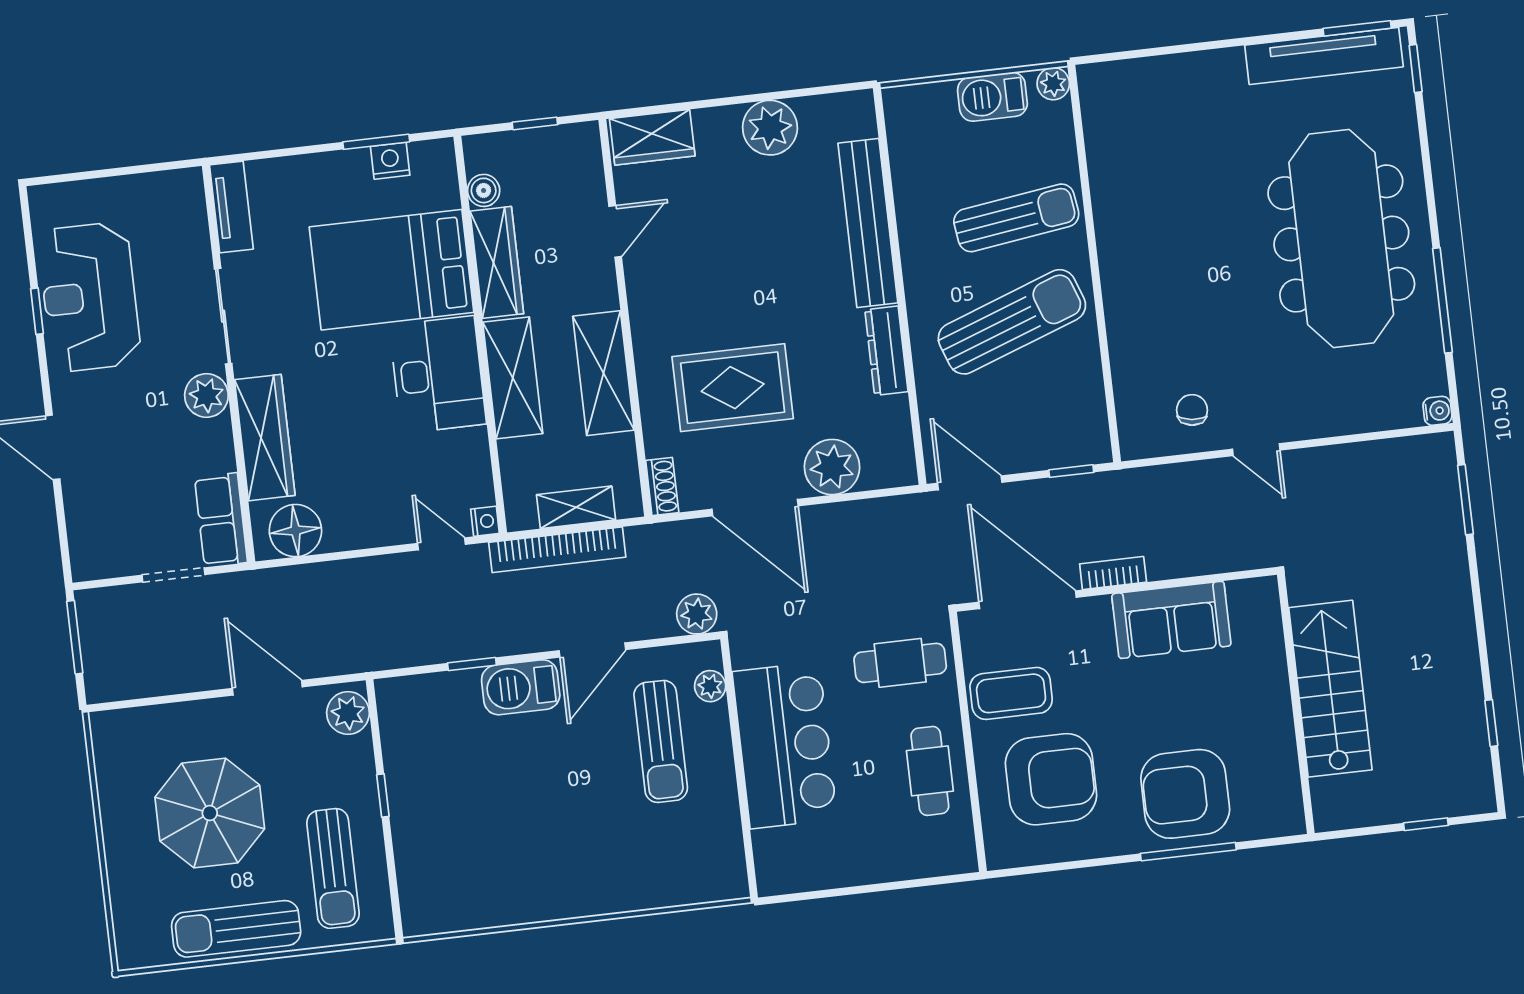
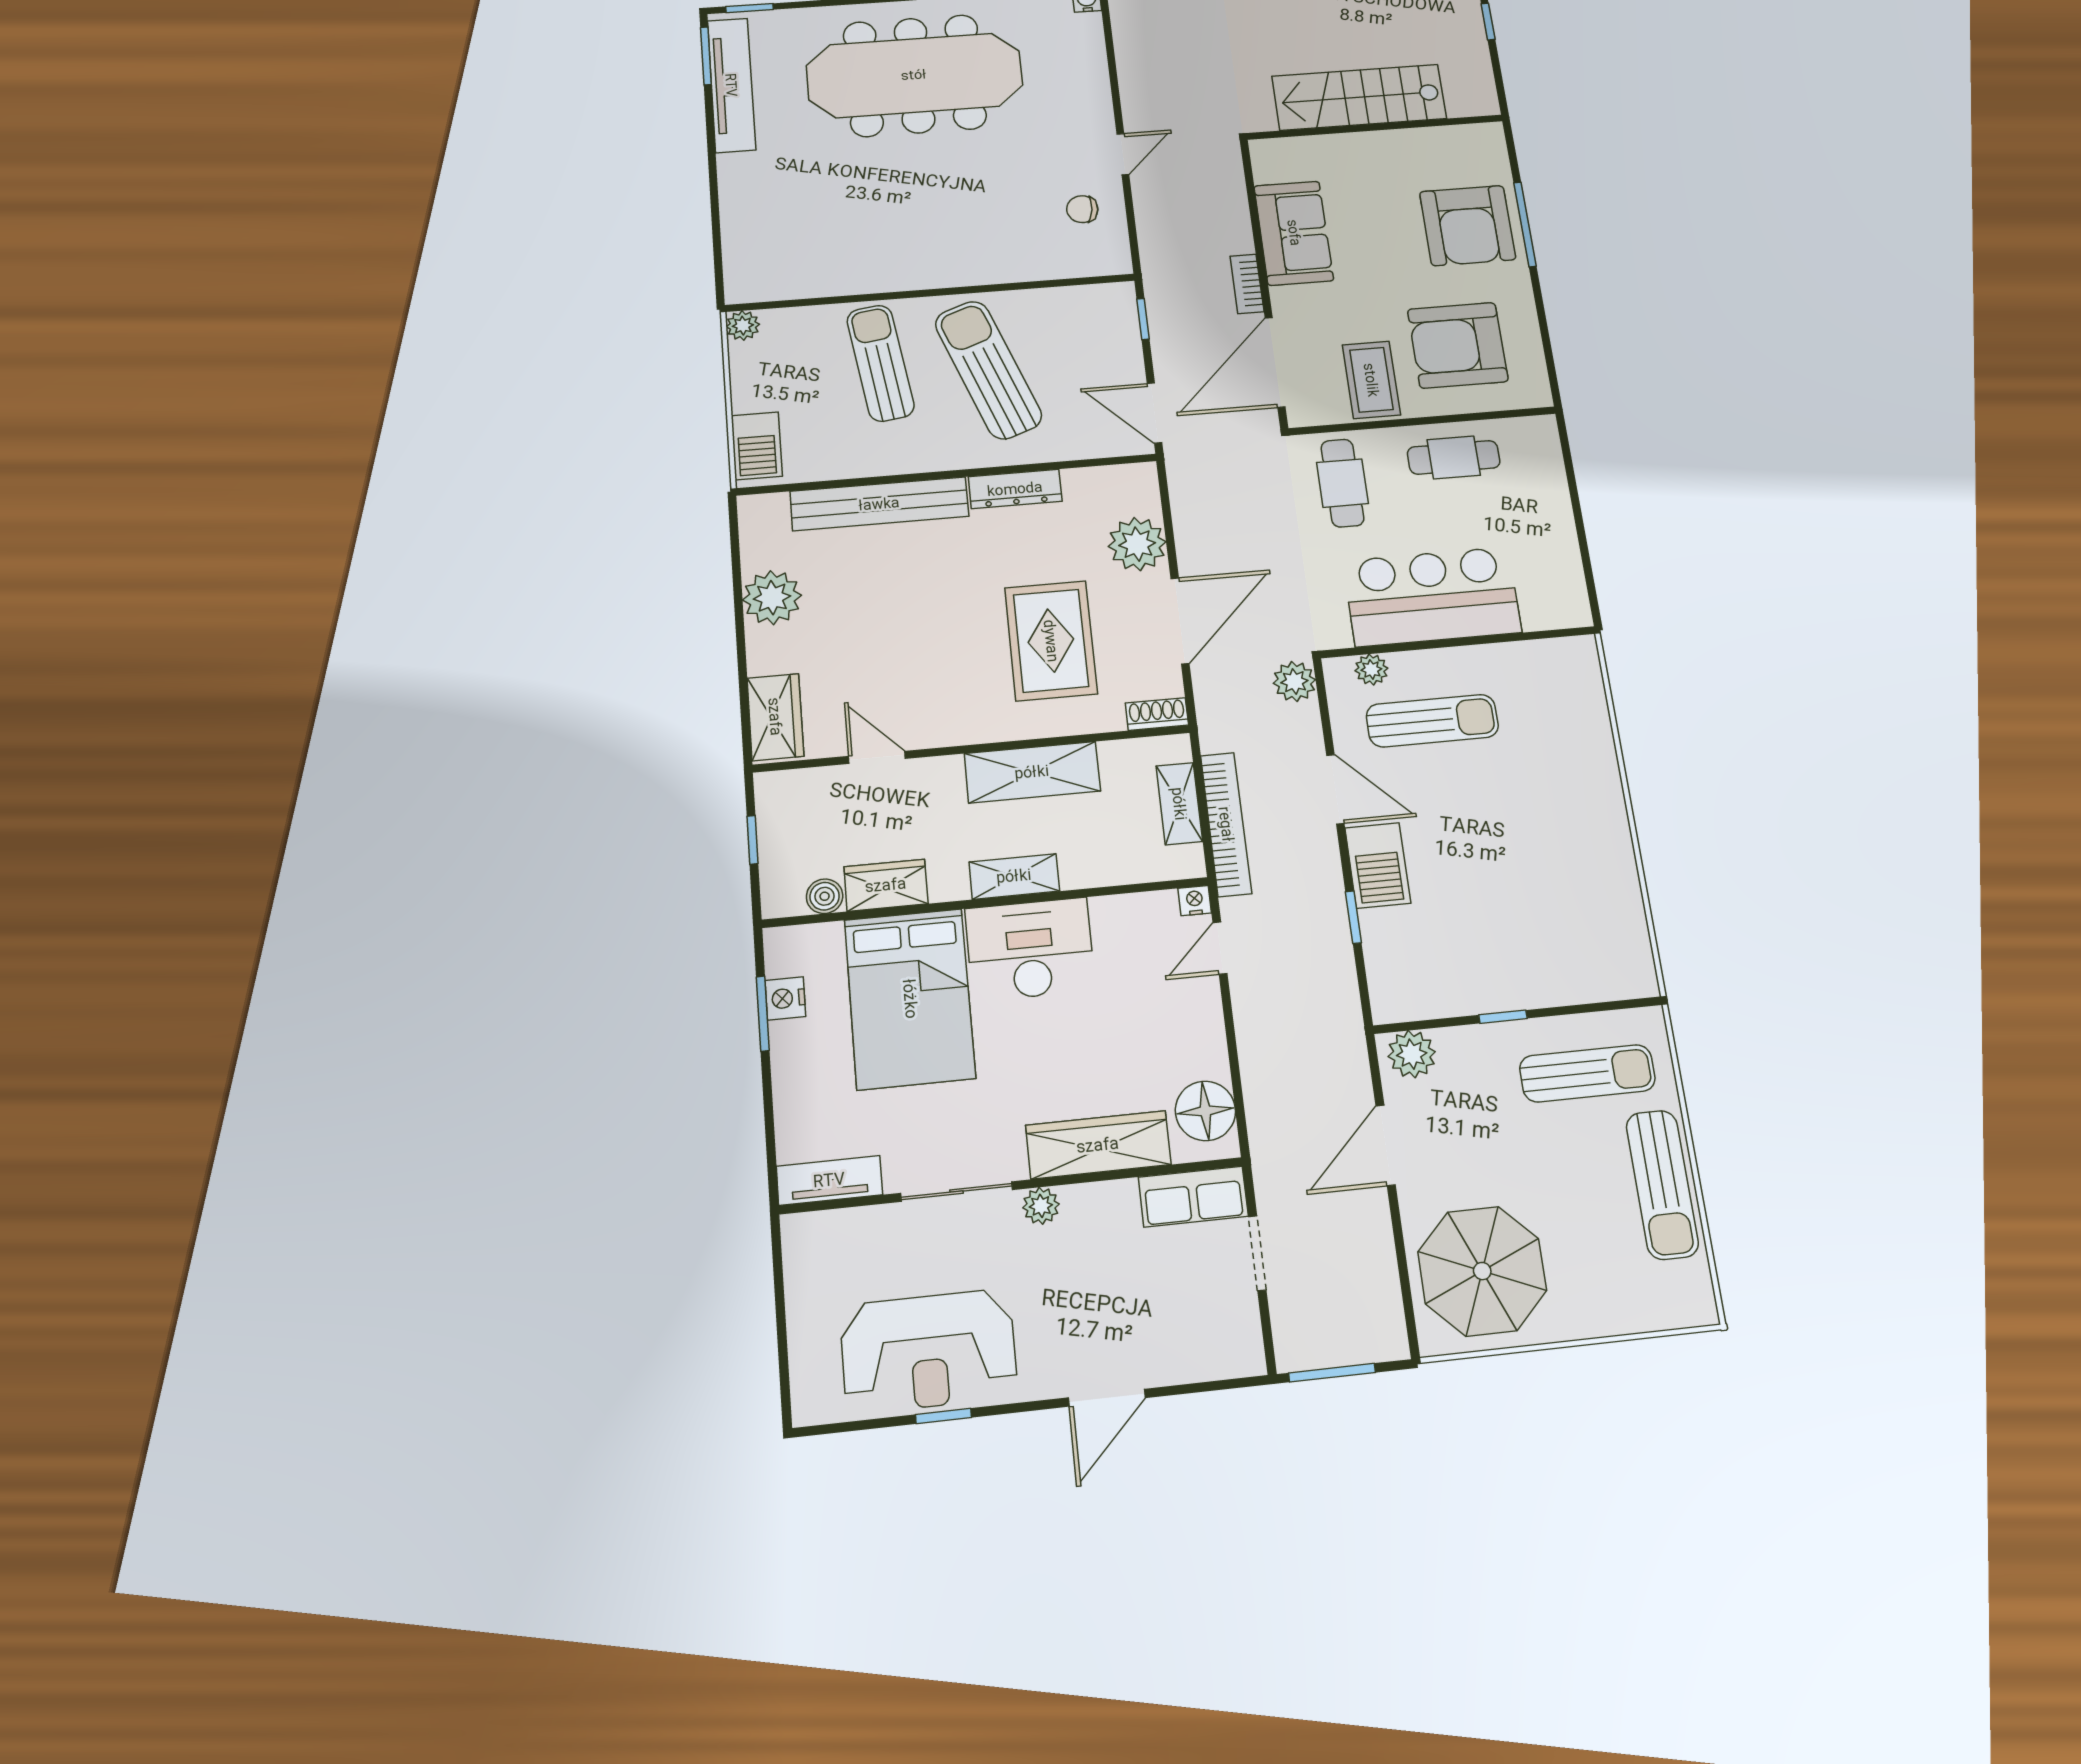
barbecue: (992, 97) -> (757, 446), moved
wardrobe: (497, 262) -> (886, 885), width x0.67
shelving: (513, 378) -> (1014, 876), width x0.67, depth x0.75
plant: (206, 395) -> (1041, 1206), width x0.73, depth x0.73
door: (970, 483) -> (1155, 413), hinge flipped
armchair: (1051, 779) -> (1458, 345), turned -90
parasol: (210, 813) -> (1482, 1271), moved

